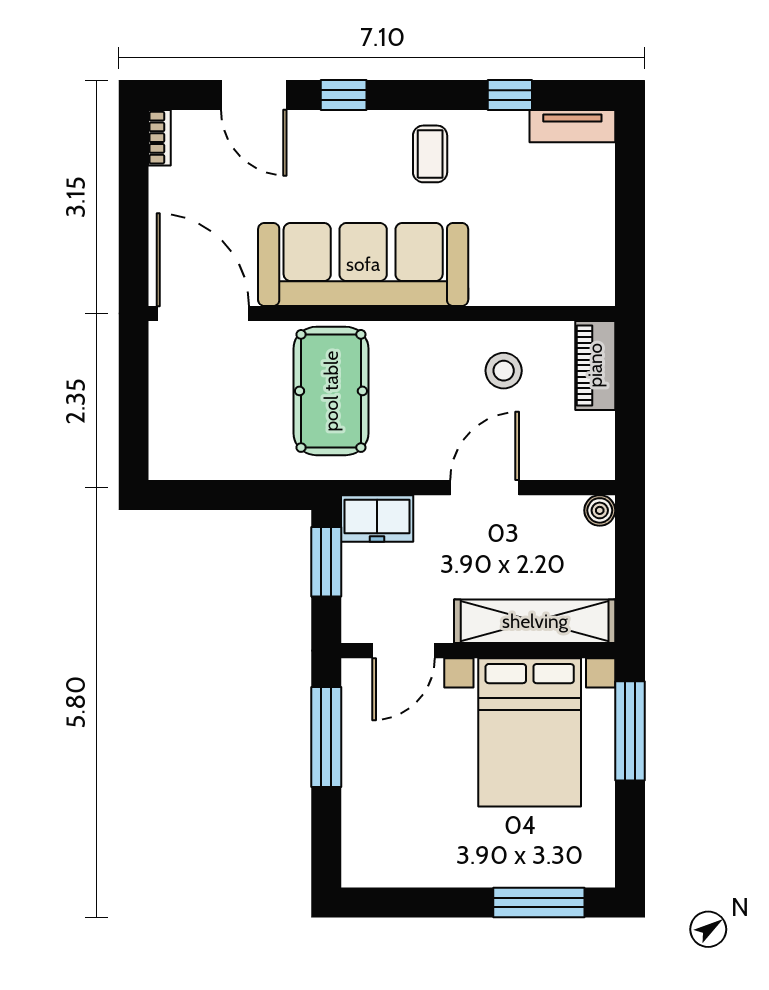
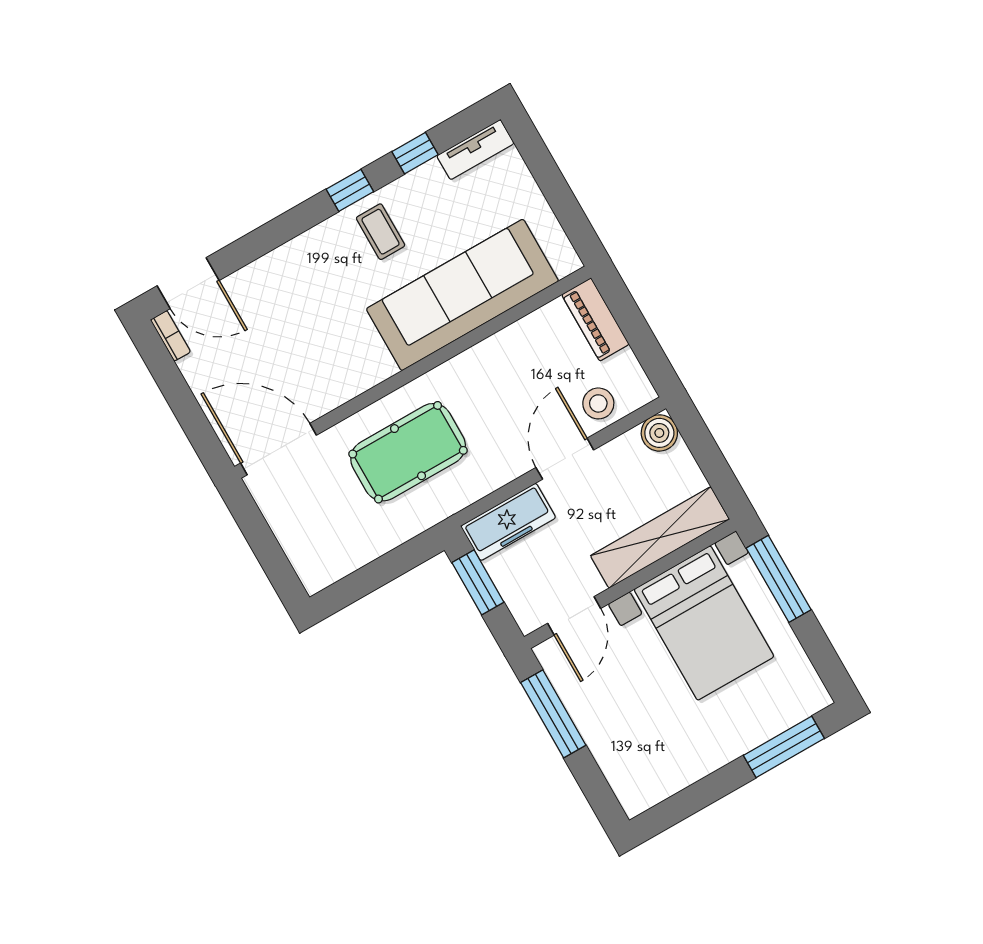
door: (254, 95) -> (188, 283), moved
window: (344, 95) -> (350, 190), moved
sofa: (363, 264) -> (462, 295), moved
stool: (504, 371) -> (598, 403), moved
pool table: (331, 391) -> (408, 452), turned 90
boiler: (600, 510) -> (659, 433), width x1.36, depth x1.36
freezer: (377, 518) -> (508, 522), width x1.40

